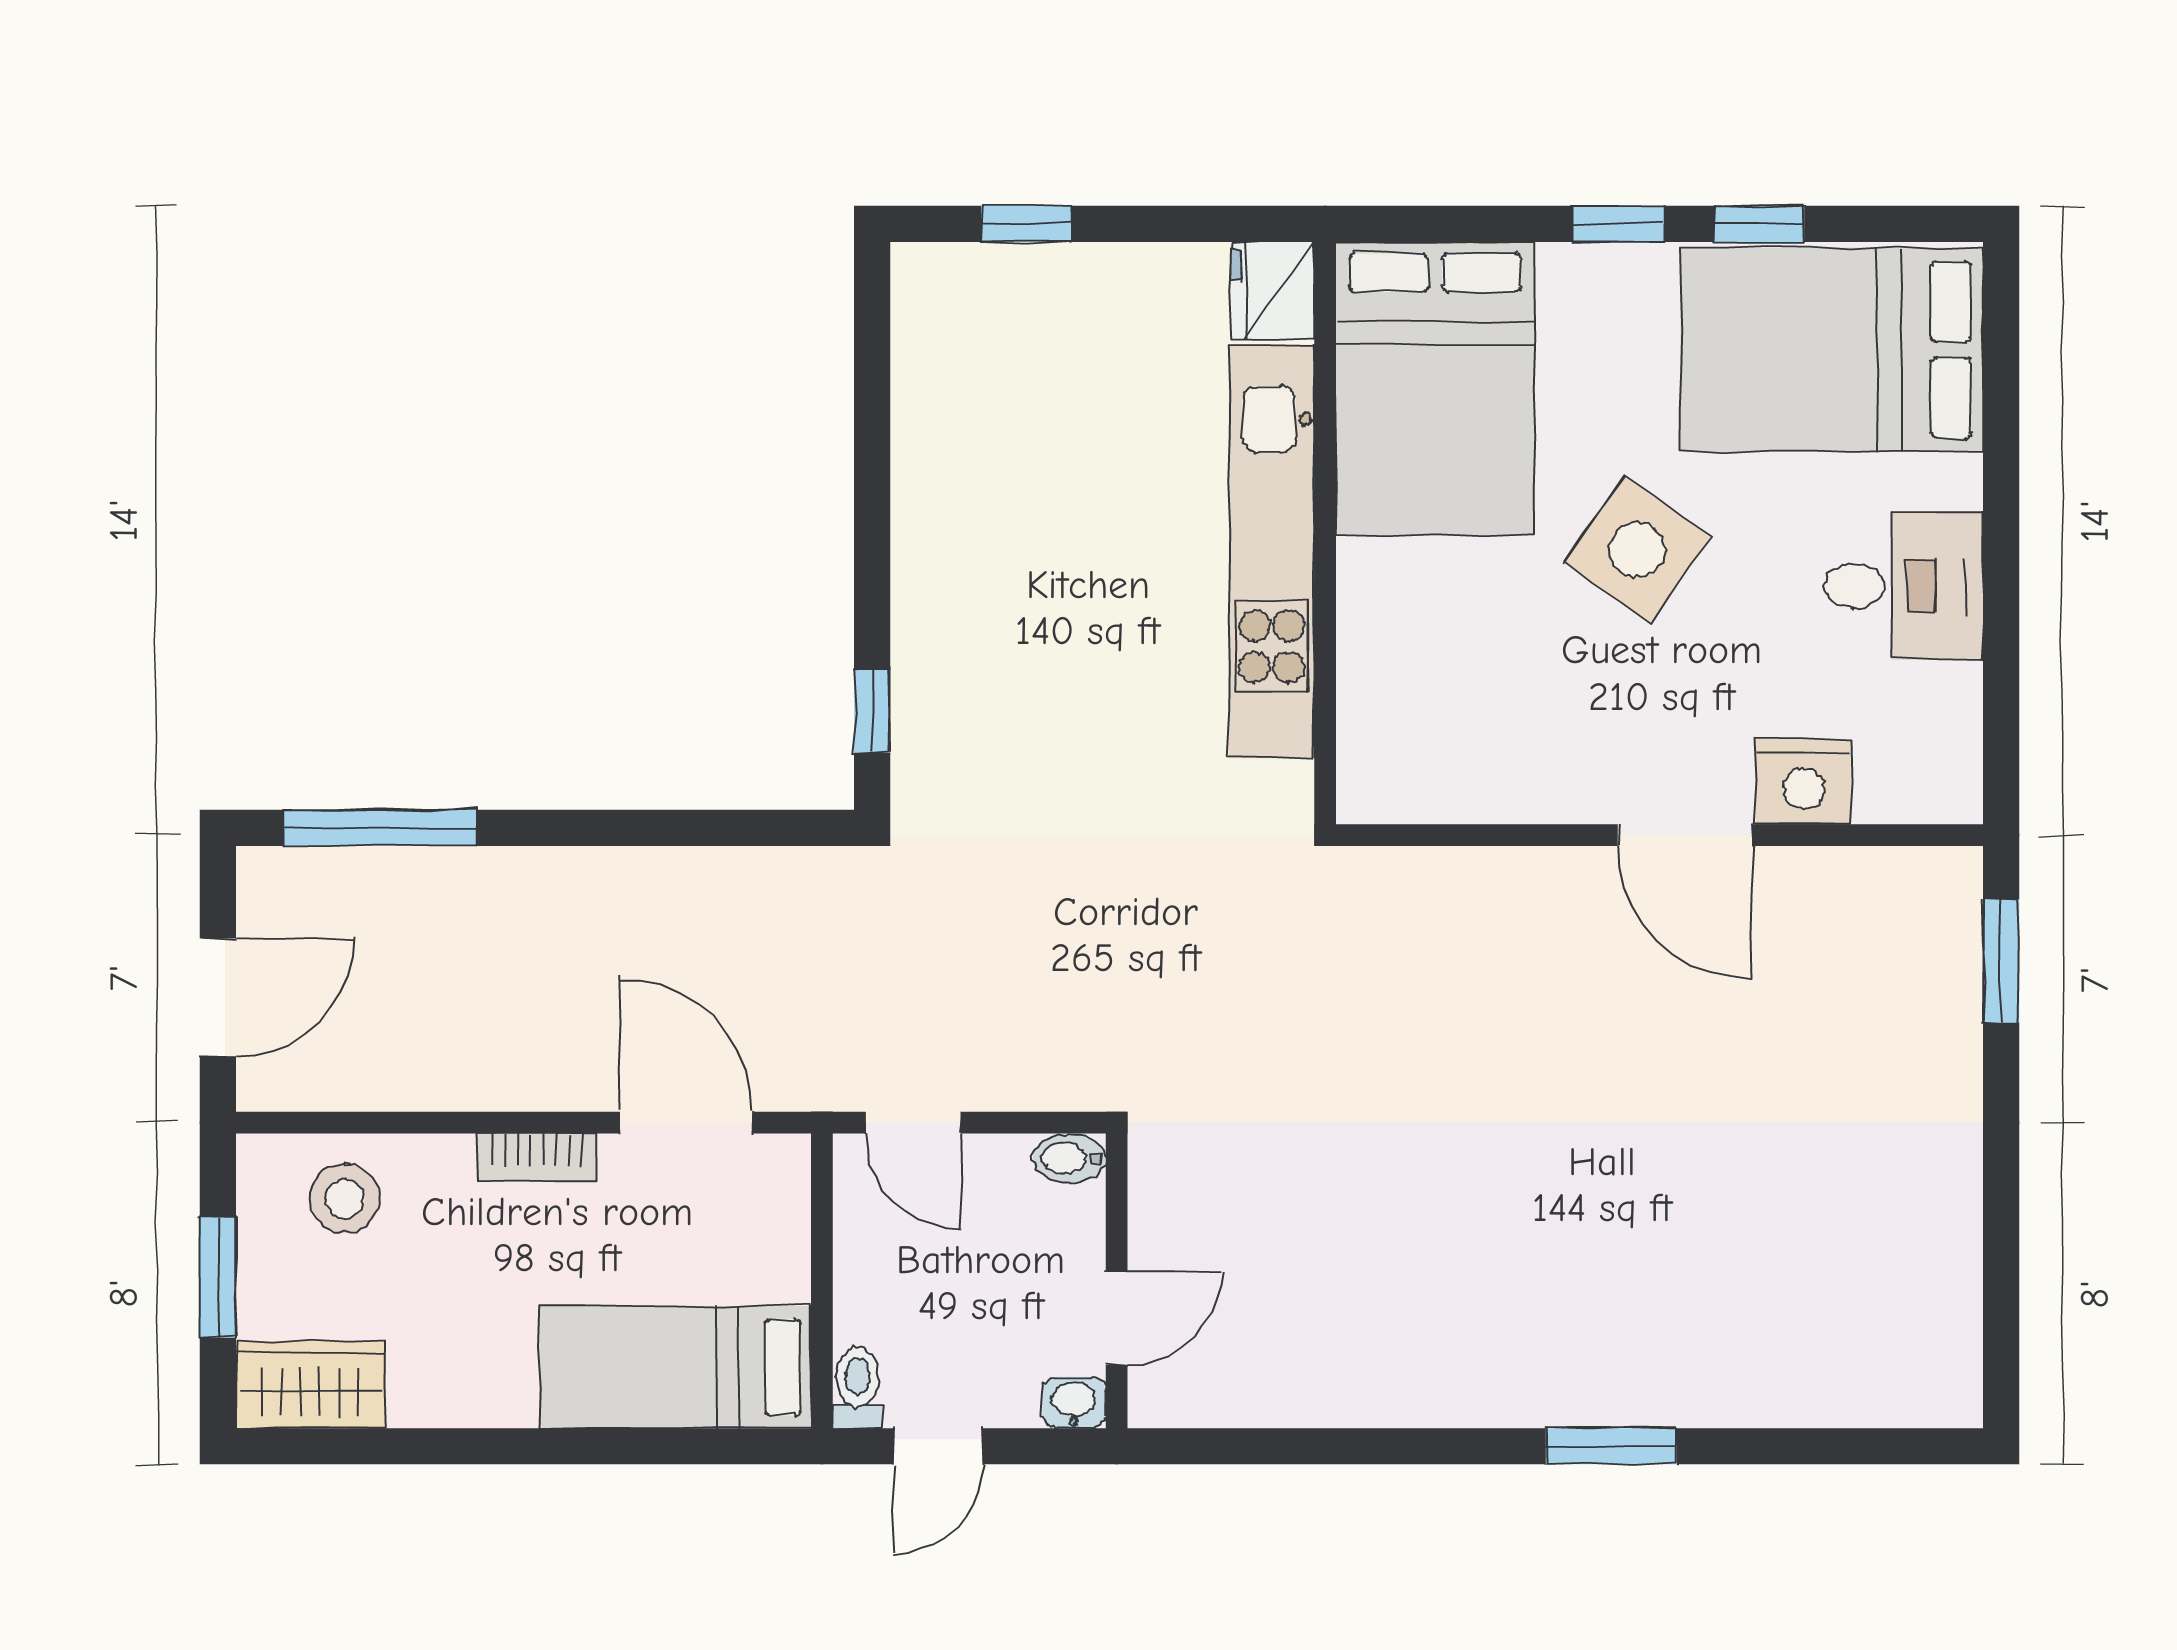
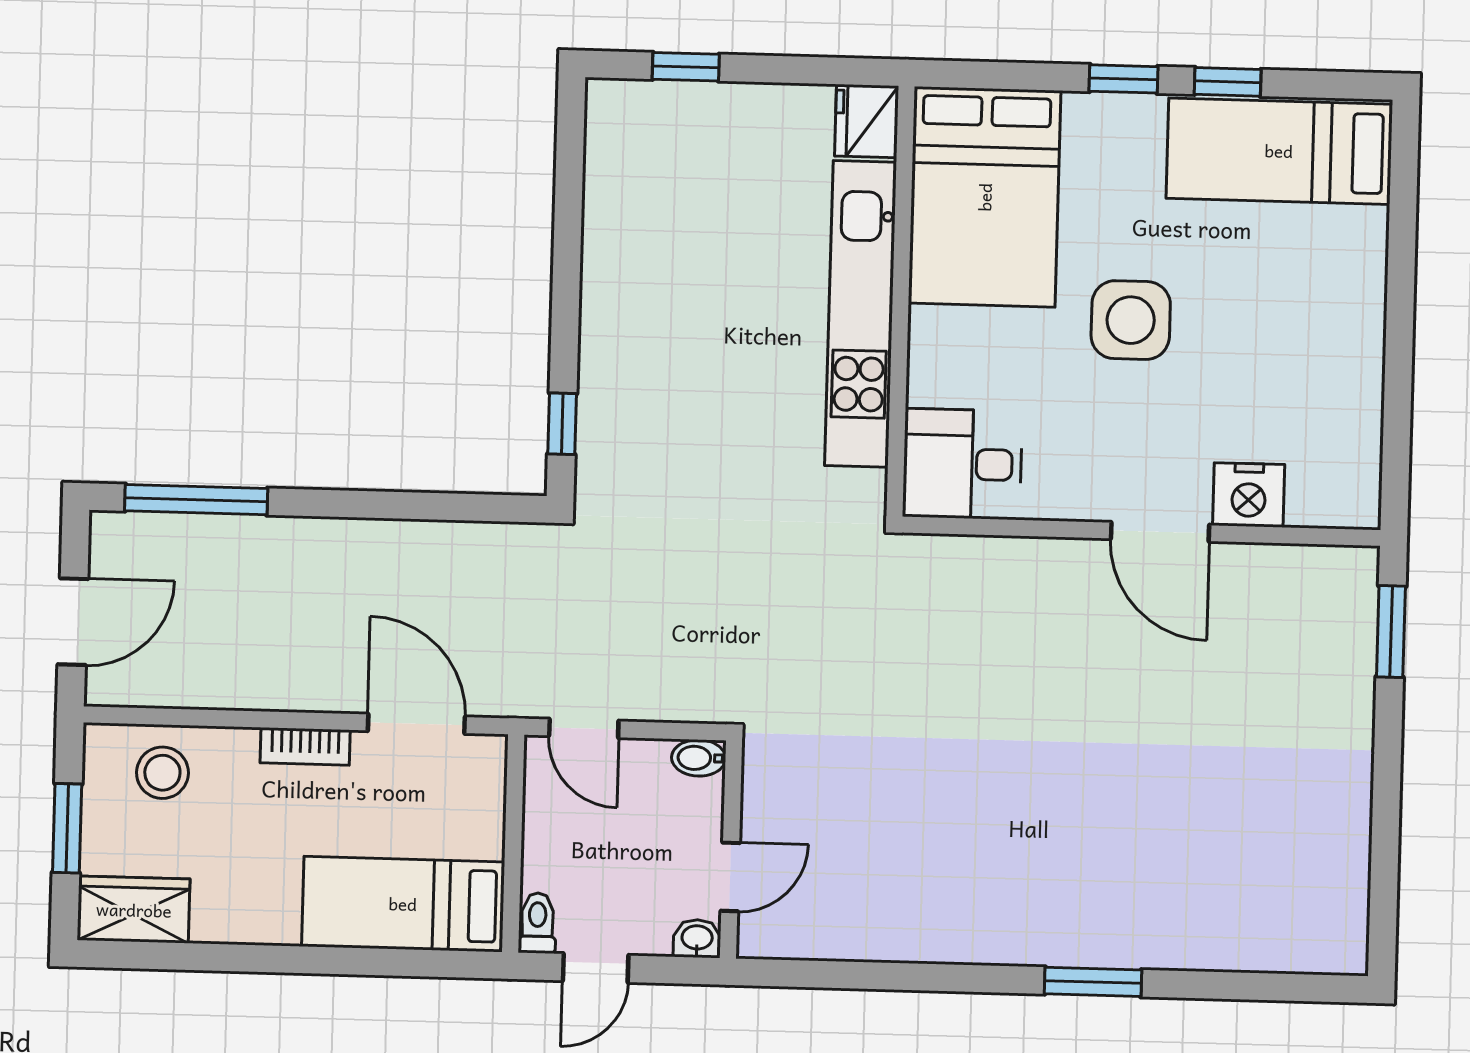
bed: (1832, 350) -> (1279, 151), width x0.67
side table: (1637, 550) -> (1131, 320), turned -35
desk: (1904, 586) -> (963, 464), moved, turned 180

